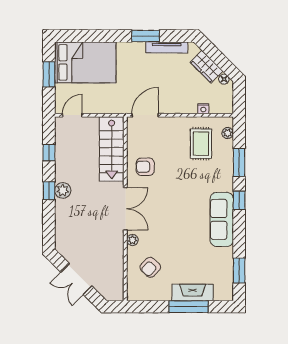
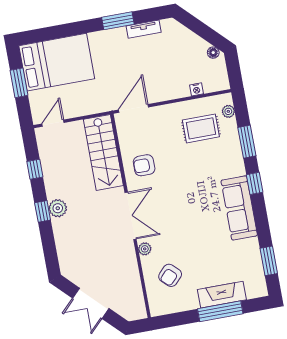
tv unit: (167, 47) -> (144, 29), width x0.71
wardrobe: (207, 67) -> (192, 42), removed
rug: (201, 144) -> (201, 128), turned 90

